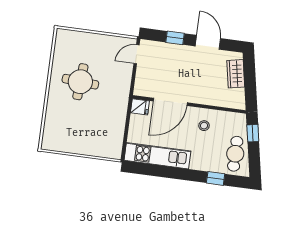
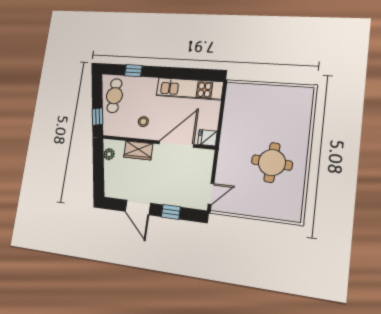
wardrobe: (236, 74) -> (138, 150), moved, turned 101
plant: (239, 94) -> (109, 154), added

